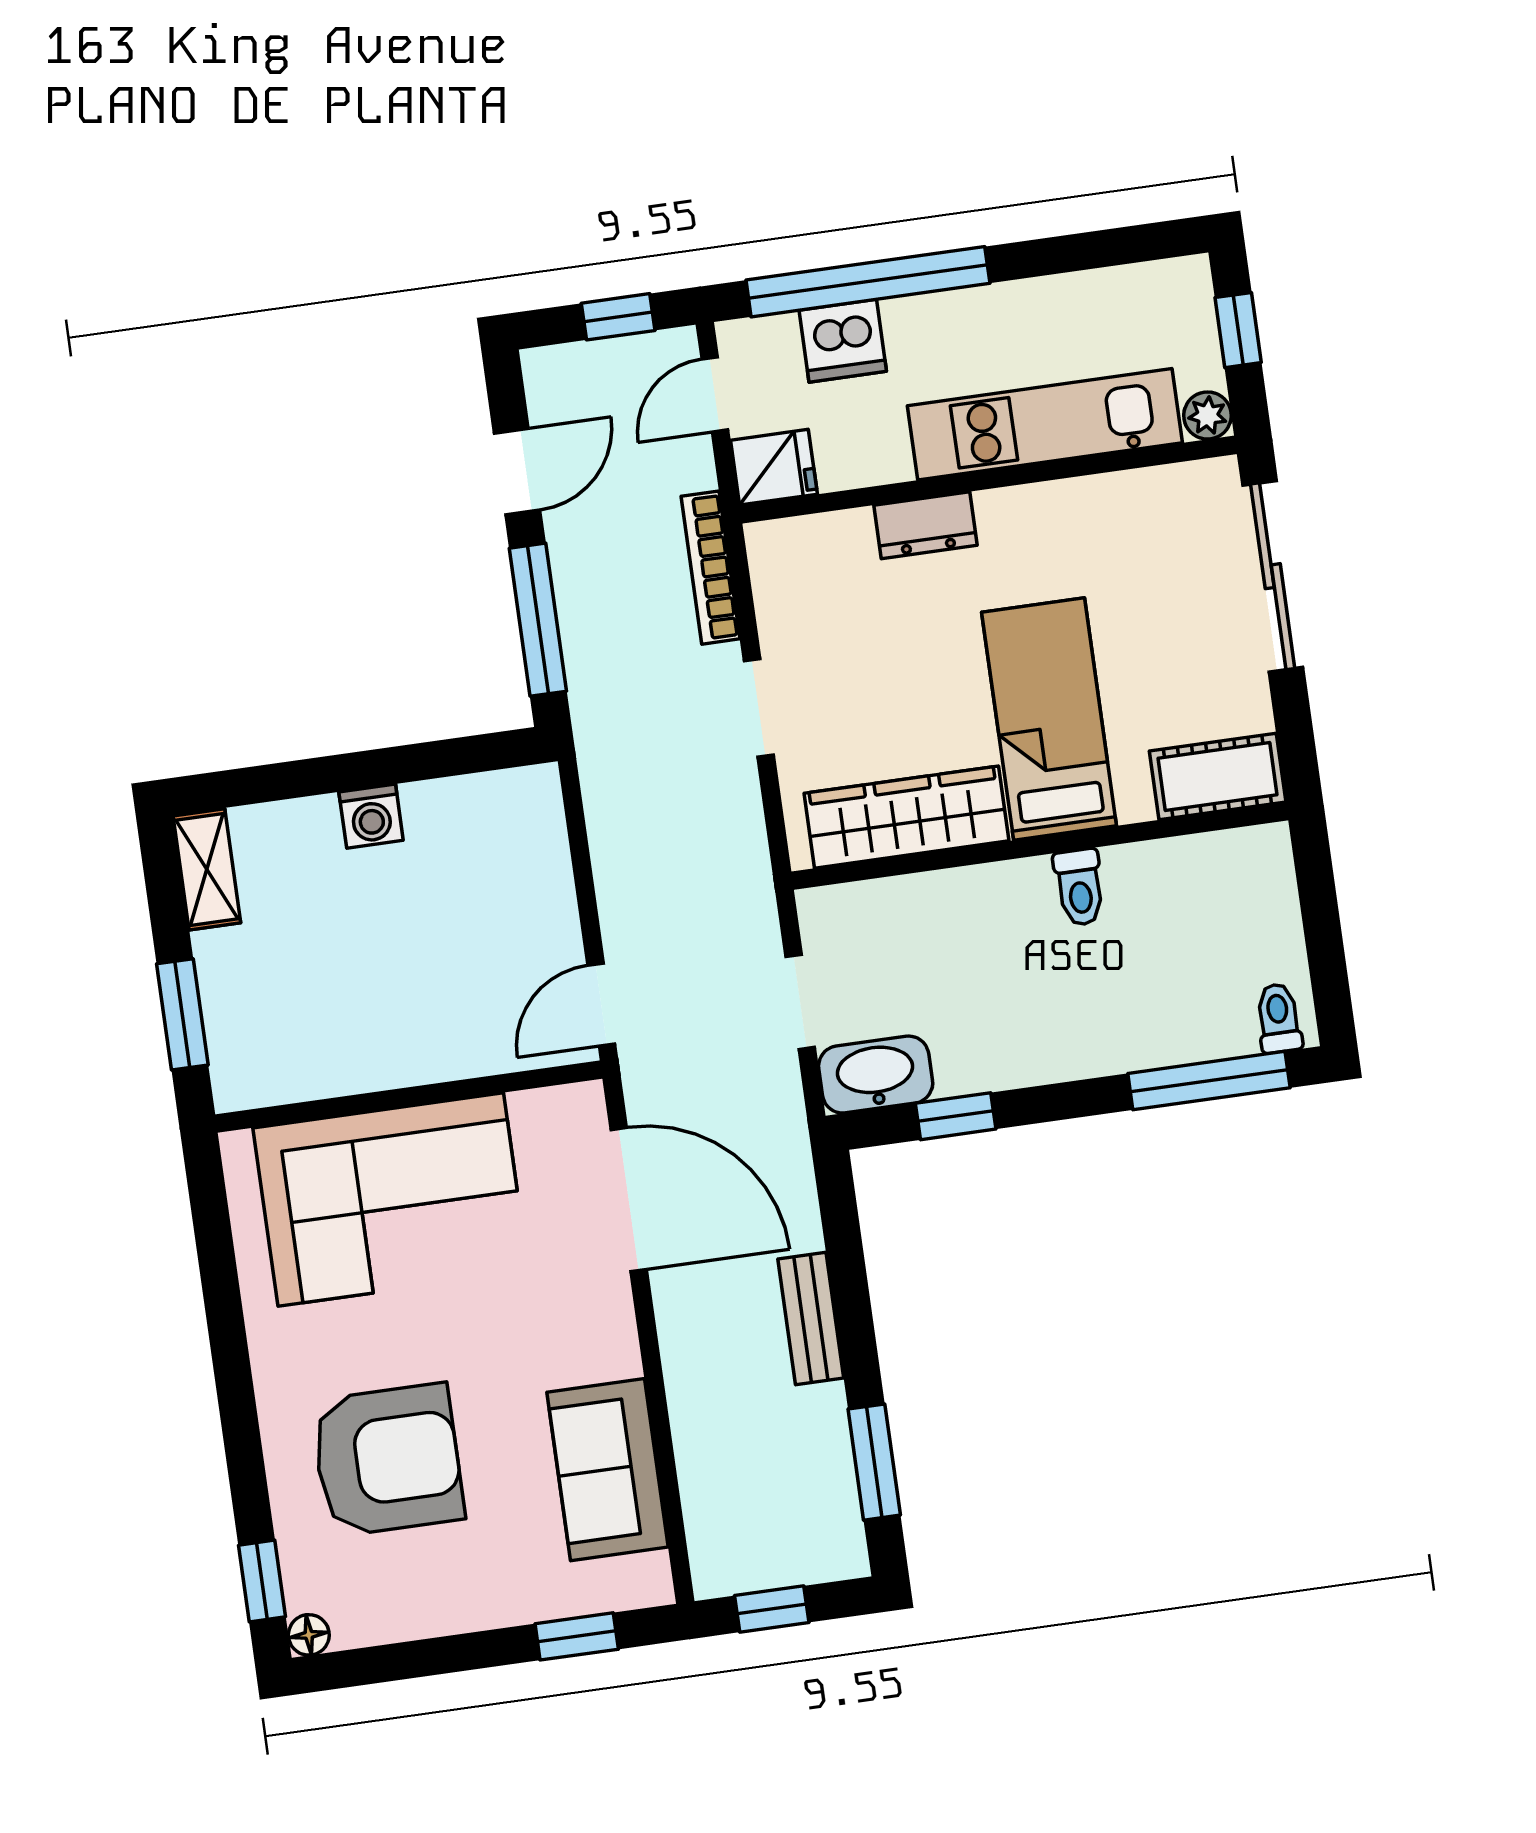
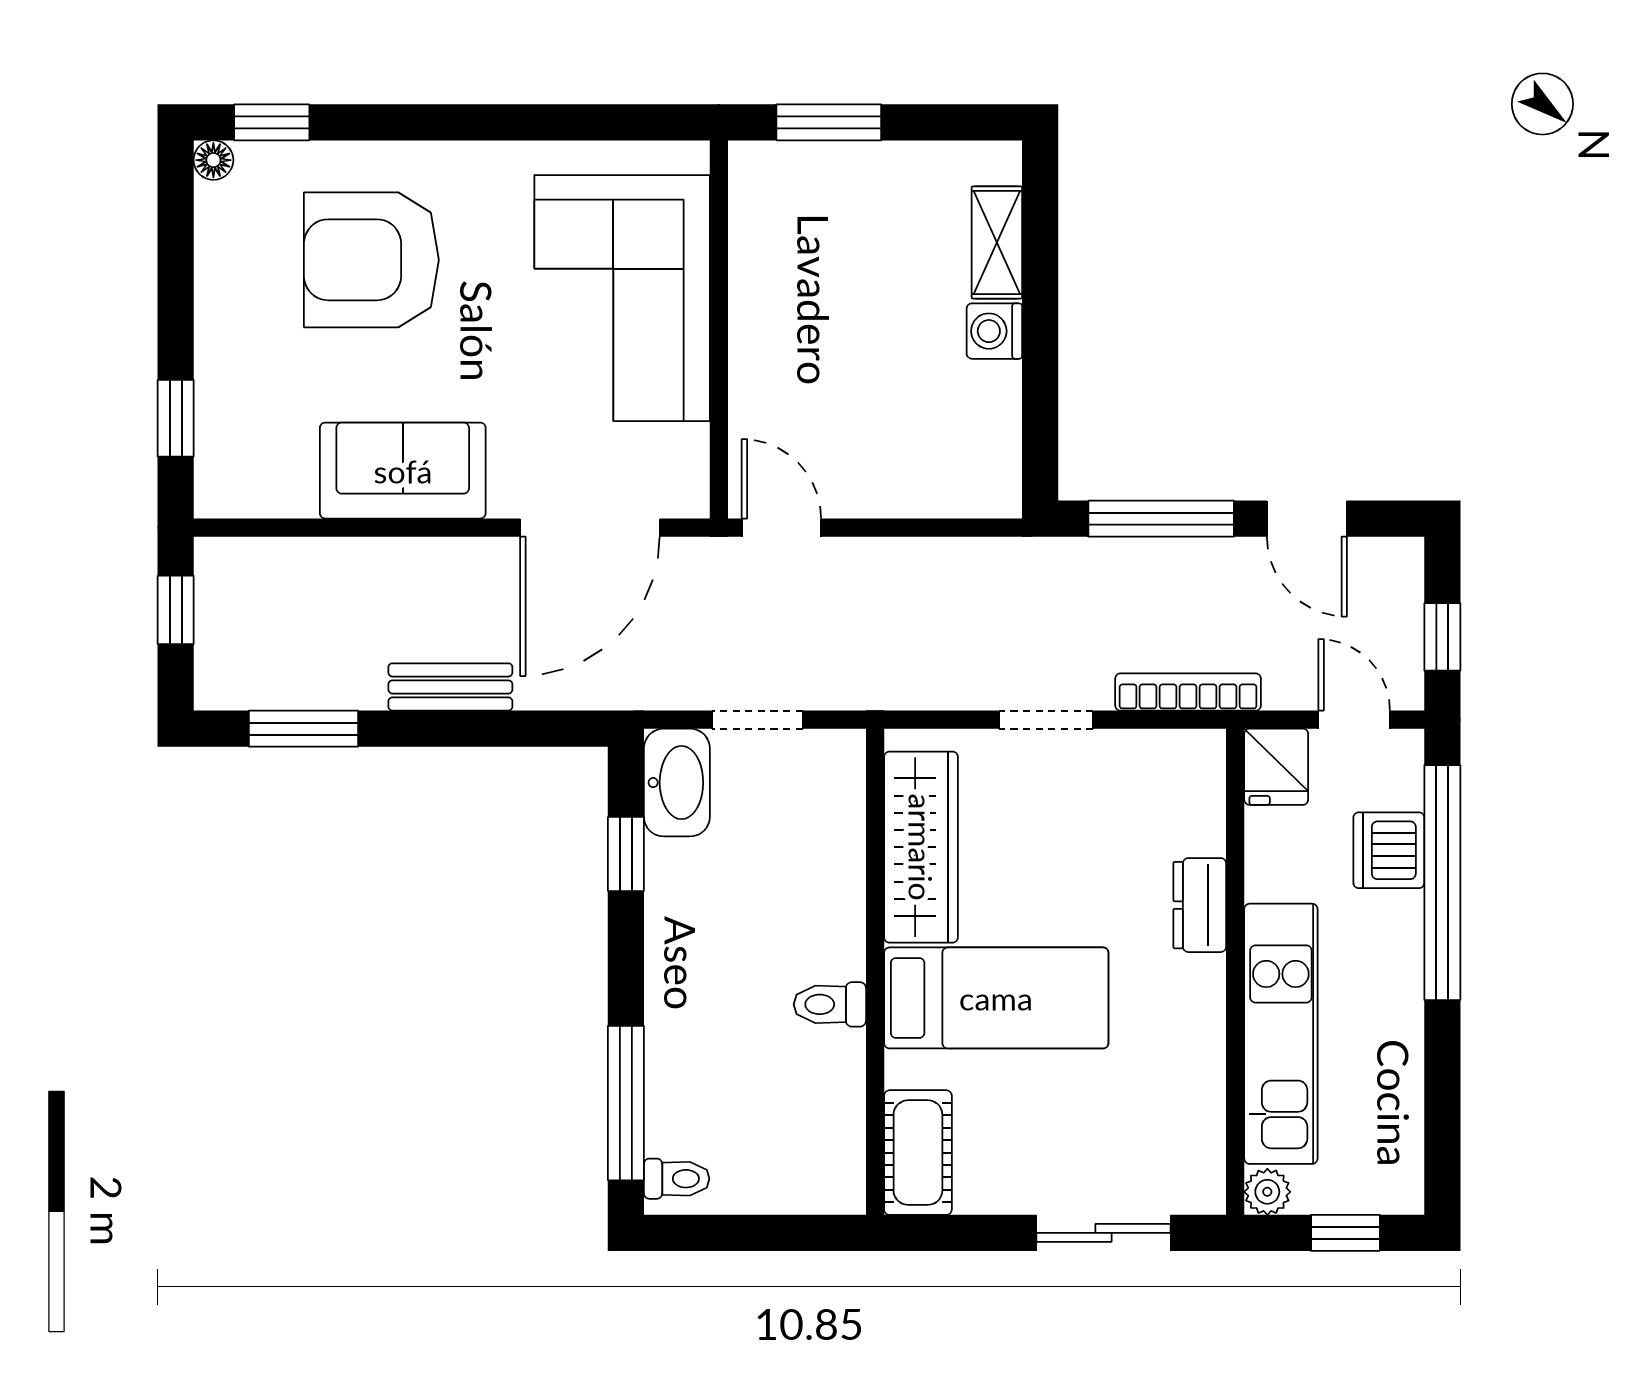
sliding door: (1273, 576) -> (1104, 1233), width x0.73
shelving: (207, 869) -> (997, 242), moved, turned 90
armchair: (388, 1460) -> (371, 260), turned 90
sofa: (608, 1470) -> (403, 471), moved

